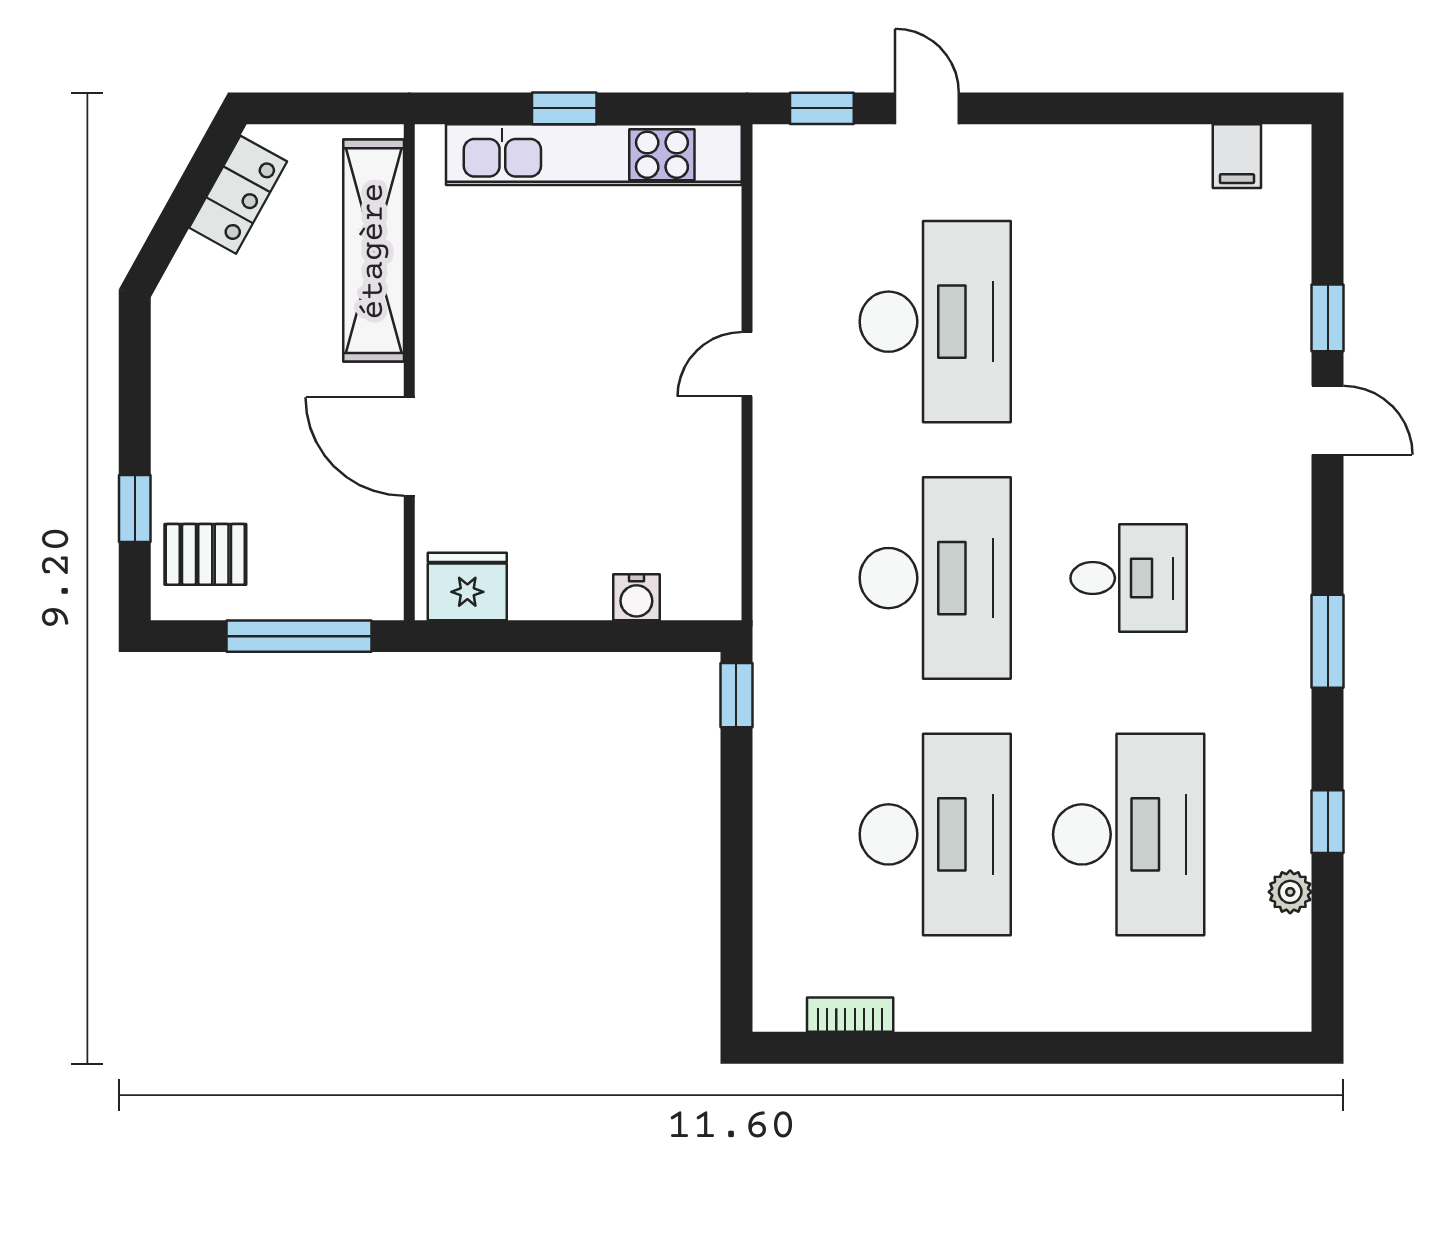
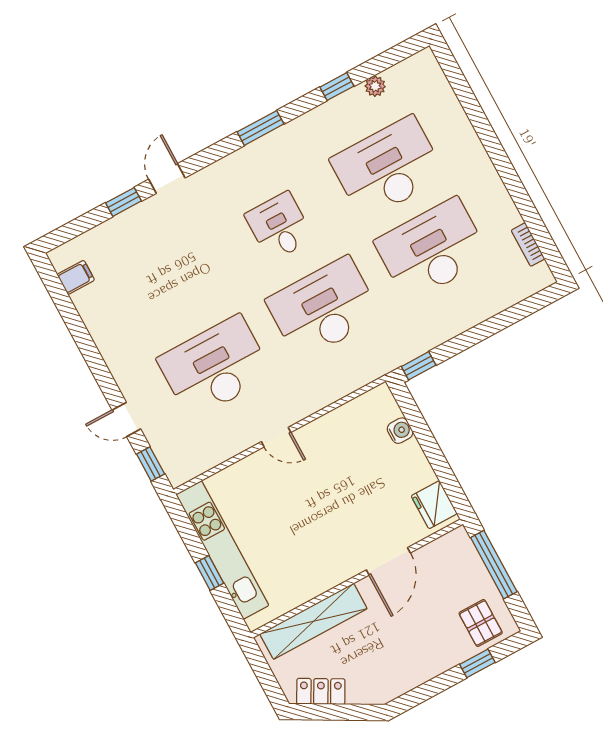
door: (927, 108) -> (126, 419), hinge flipped

